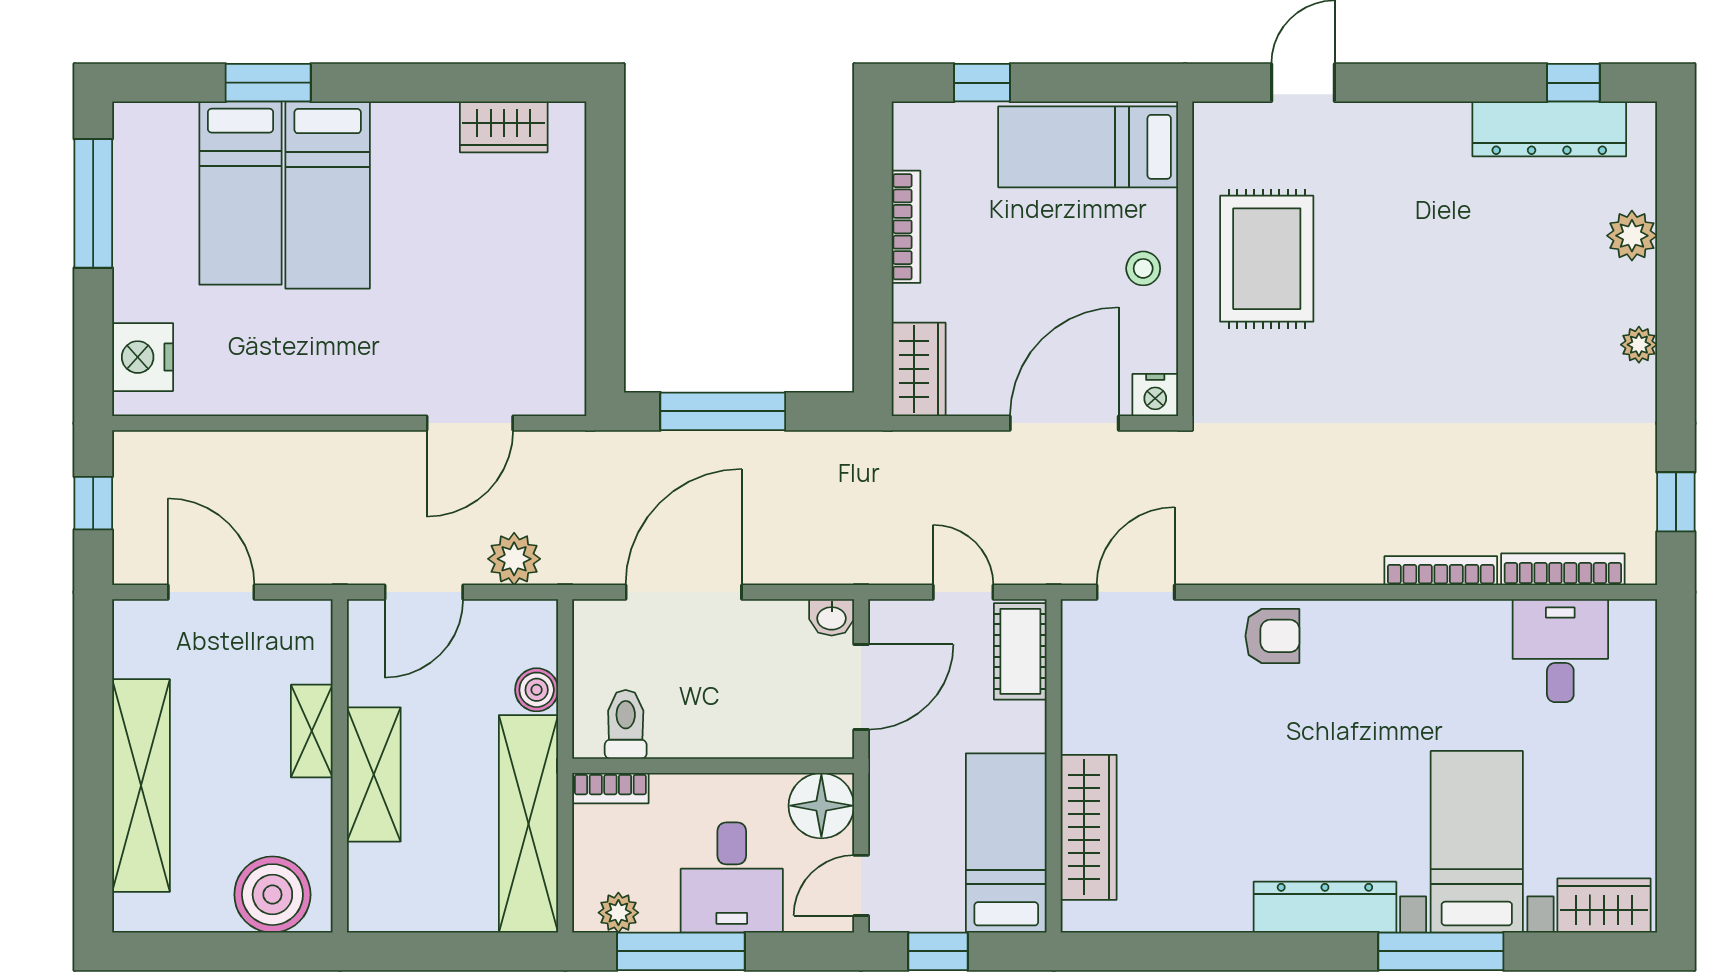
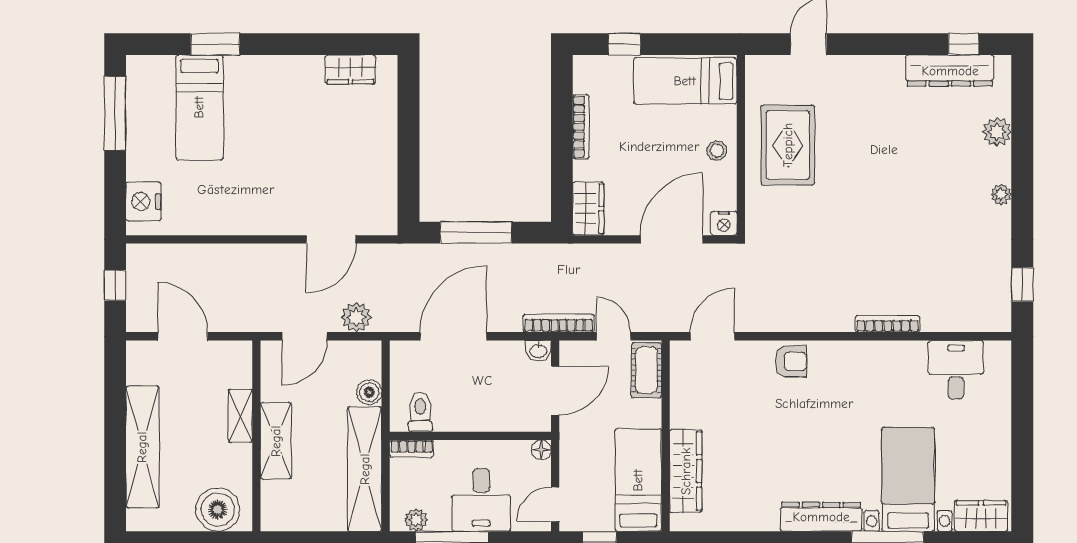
bed: (328, 195) -> (249, 109), removed
bookcase: (1563, 569) -> (559, 323), moved
floor lamp: (821, 806) -> (541, 450), width x0.53, depth x0.53

